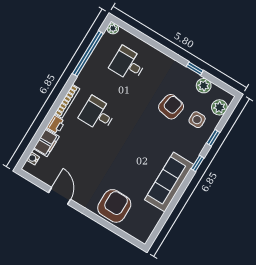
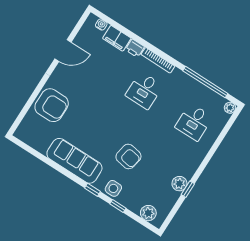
desk: (128, 64) -> (194, 122), turned 180
plant: (204, 86) -> (179, 184), moved
armchair: (171, 107) -> (128, 156), moved
desk: (97, 114) -> (144, 90), turned 180
side table: (197, 120) -> (113, 188), moved

